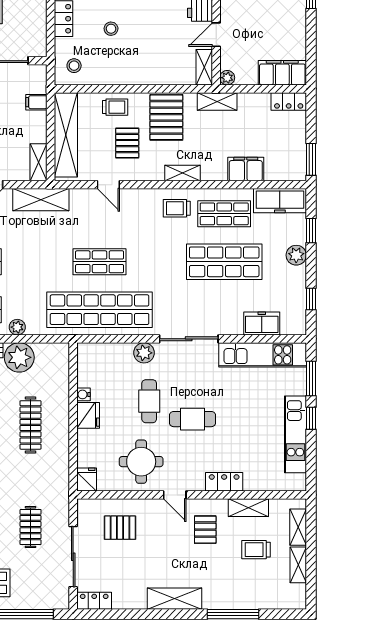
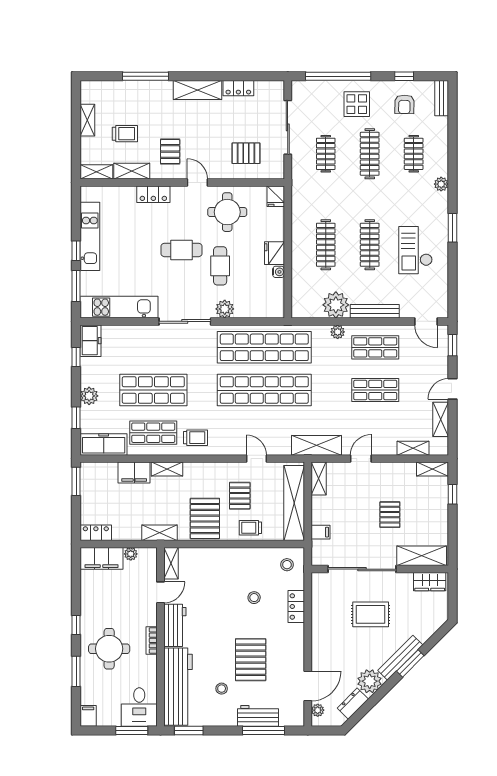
plant: (227, 78) -> (131, 554), moved
shelving: (182, 173) -> (167, 469), moved
shop shelf: (100, 262) -> (264, 390), width x2.00, depth x1.36
freezer: (262, 323) -> (91, 341), moved, turned -90
shelving: (298, 527) -> (96, 172), moved, turned 90
locker: (94, 601) -> (238, 88), moved

